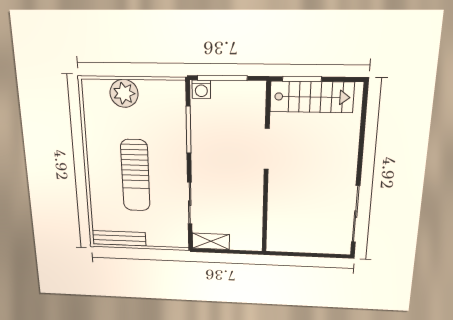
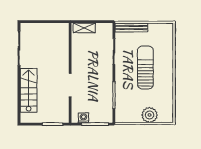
washing machine: (201, 89) -> (83, 118), moved
stairs: (312, 97) -> (29, 90), moved, turned 90
bench: (119, 238) -> (131, 28), moved
shelving: (211, 241) -> (84, 28), moved

